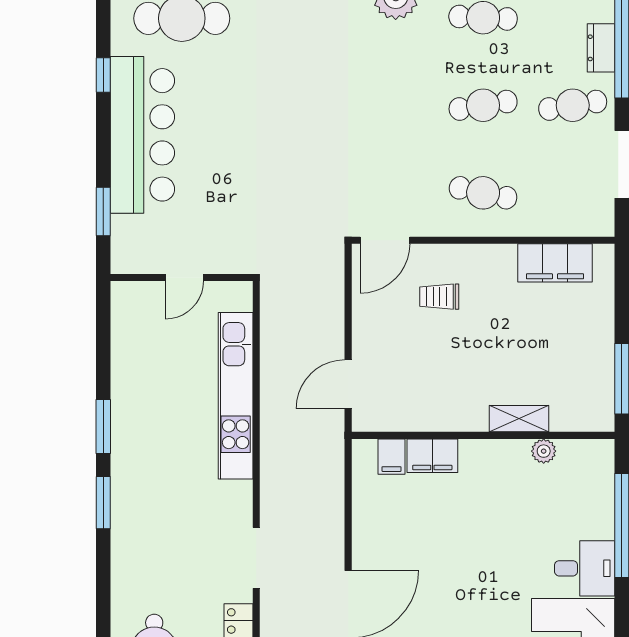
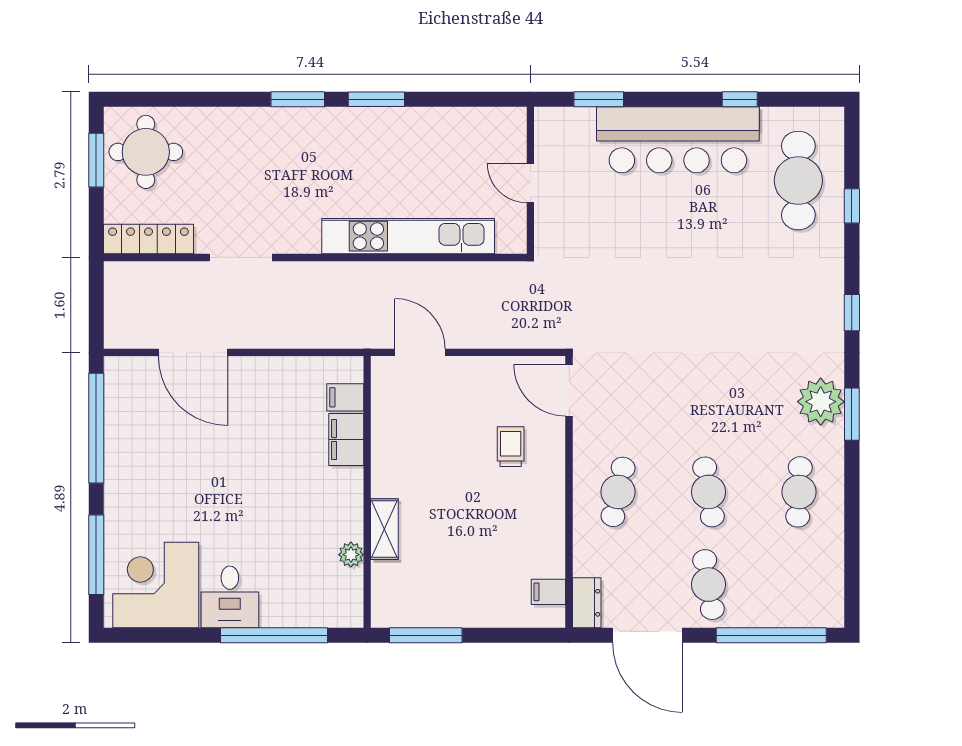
dresser: (601, 48) -> (587, 603), moved, turned 90
filing cabinet: (555, 263) -> (548, 592), width x0.33, depth x0.86

